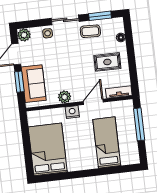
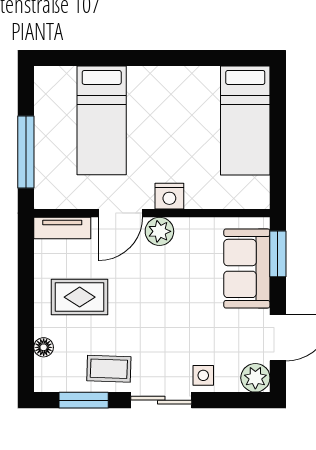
window: (19, 82) -> (278, 254), moved
plant: (65, 97) -> (159, 231), moved
bed: (48, 149) -> (245, 121), width x0.67

